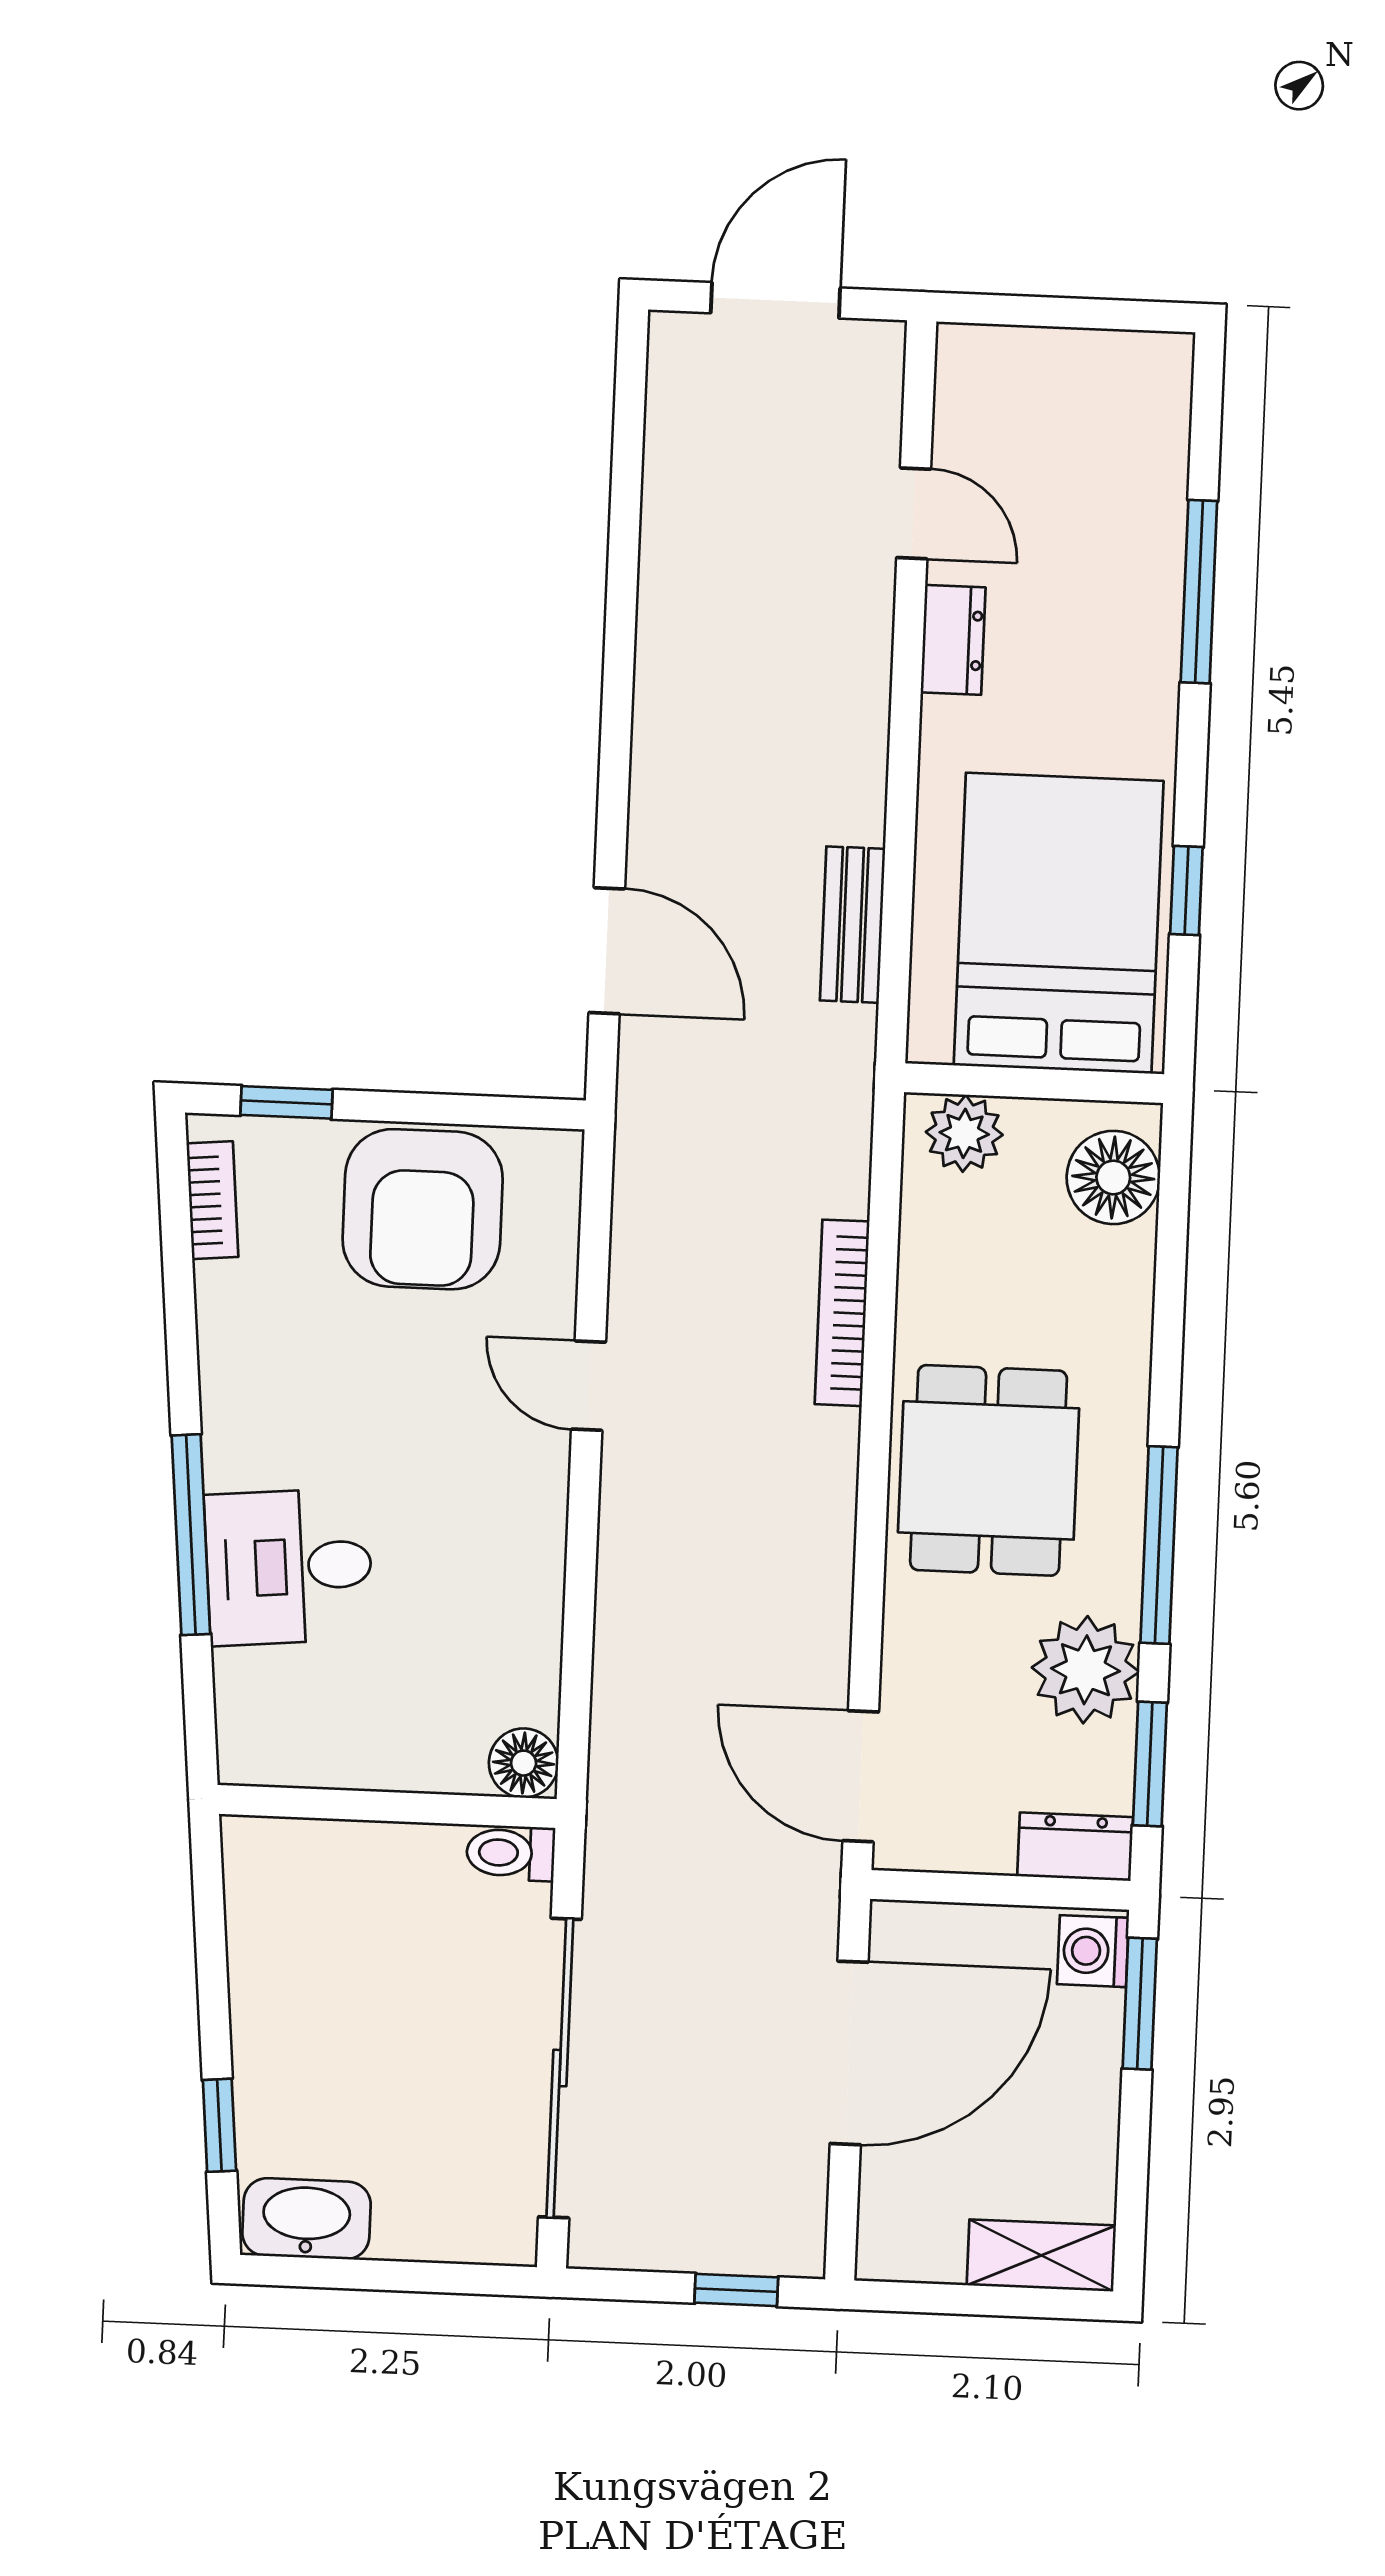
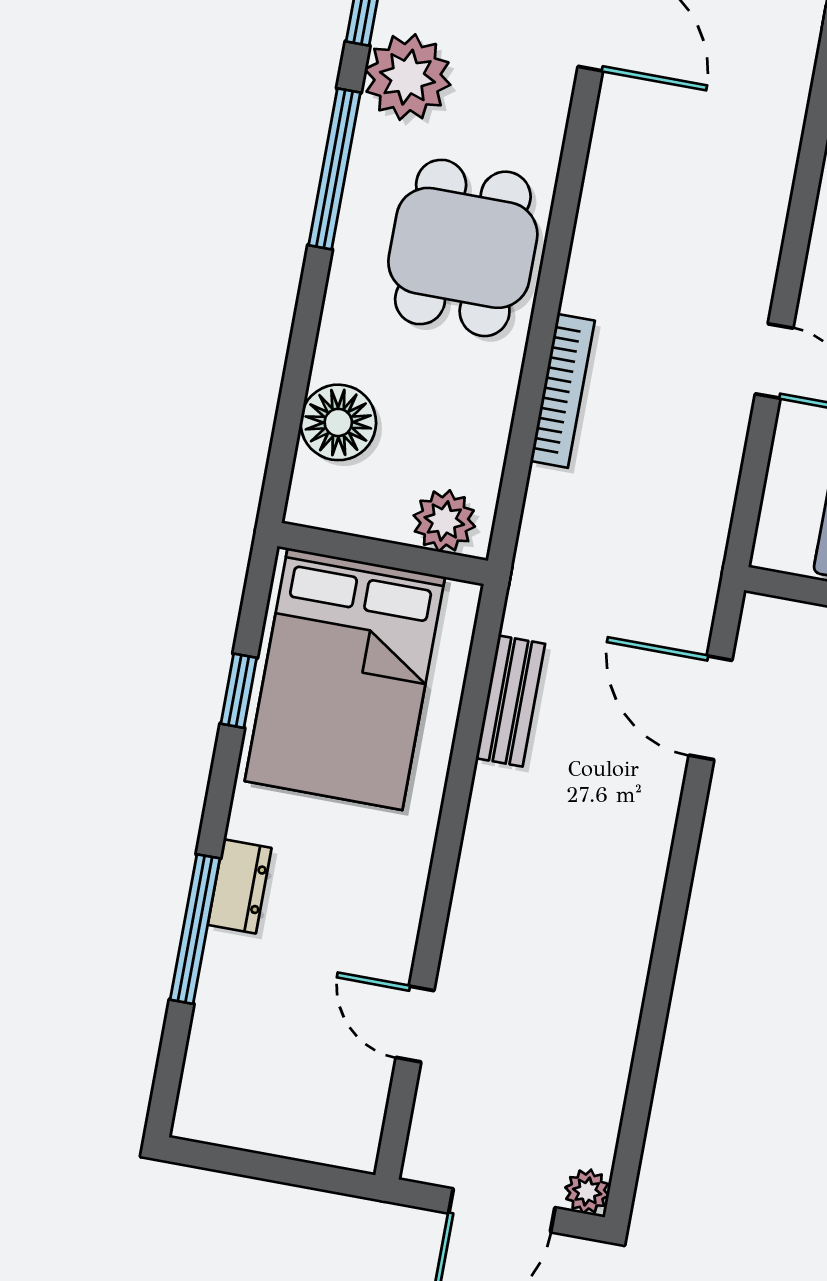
plant: (674, 338) -> (587, 1191), added
dresser: (953, 640) -> (240, 886), moved, turned 180
floor lamp: (1113, 1177) -> (338, 422), moved

